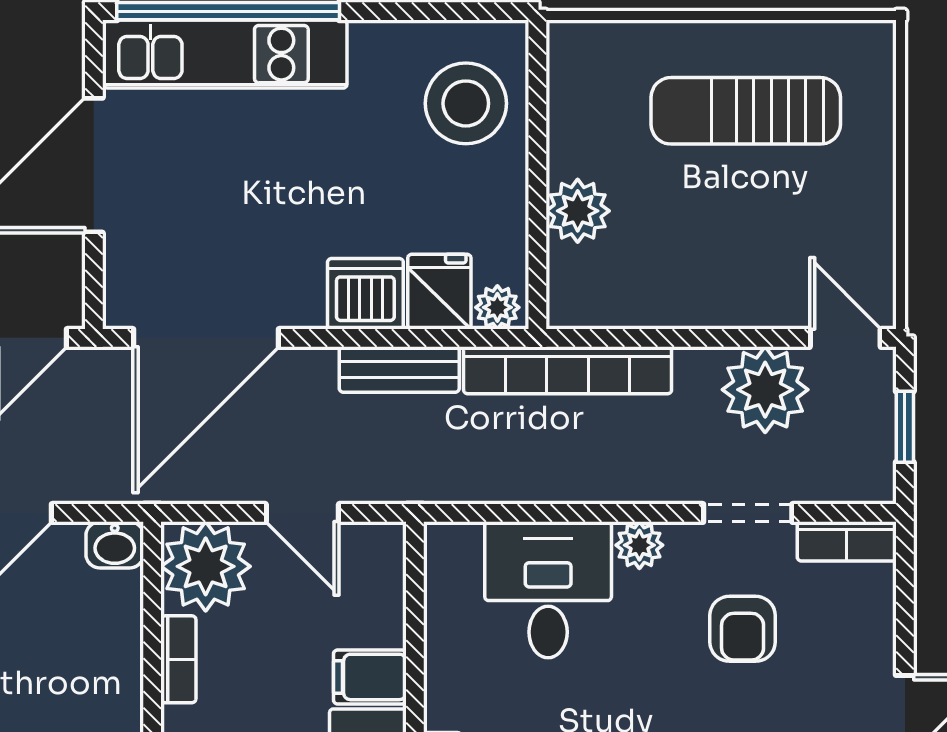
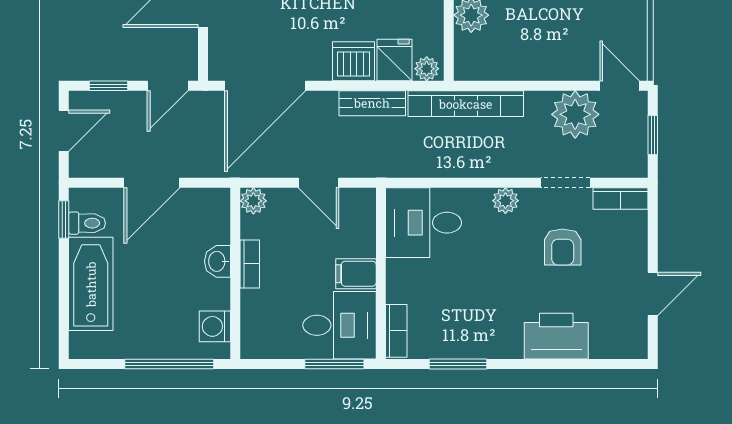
washbasin: (115, 545) -> (218, 261), moved, turned 90
plant: (206, 566) -> (253, 201), width x0.53, depth x0.53
desk: (548, 590) -> (424, 223), moved, turned -90

